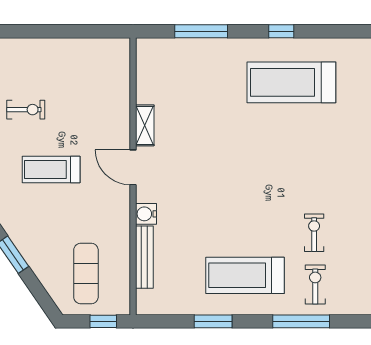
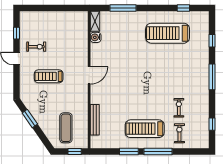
window: (281, 31) -> (183, 8), moved
shelving: (145, 125) -> (95, 21), moved
door: (133, 167) -> (89, 75), swing flipped
water cooler: (146, 214) -> (96, 37), moved
window: (301, 321) -> (158, 151), moved

